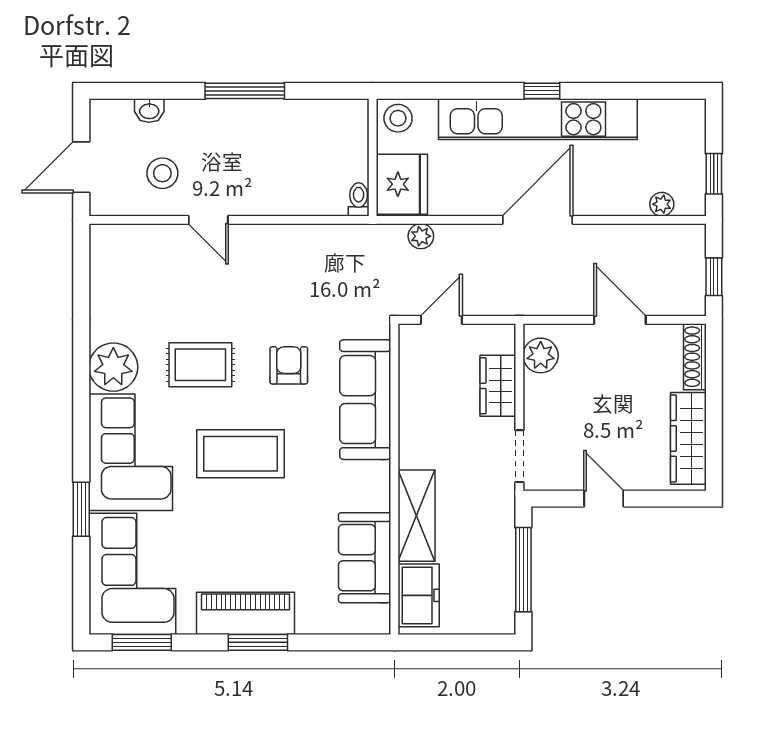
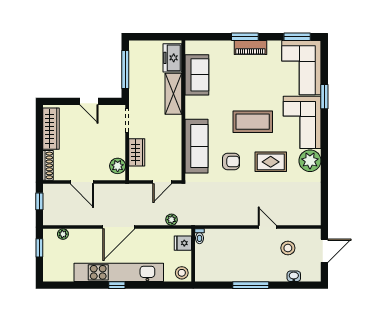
fridge: (402, 184) -> (183, 243), width x0.53, depth x0.75
armchair: (289, 365) -> (231, 161), turned -90
piano: (245, 613) -> (250, 47), width x0.73, depth x0.75

